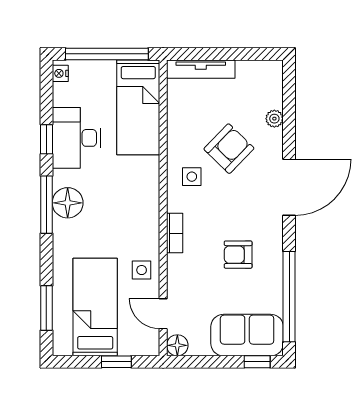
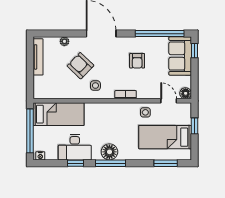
tv unit: (201, 69) -> (38, 57), moved
door: (163, 314) -> (169, 101), swing flipped

